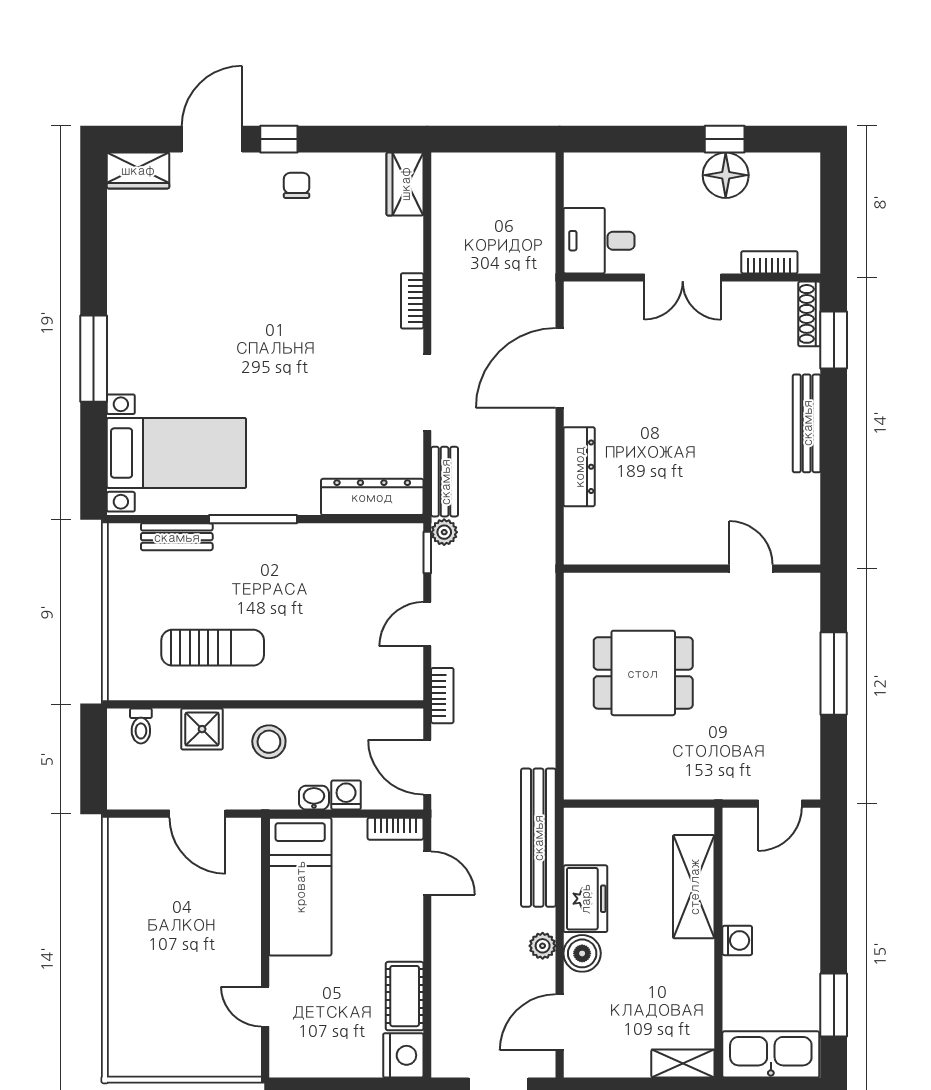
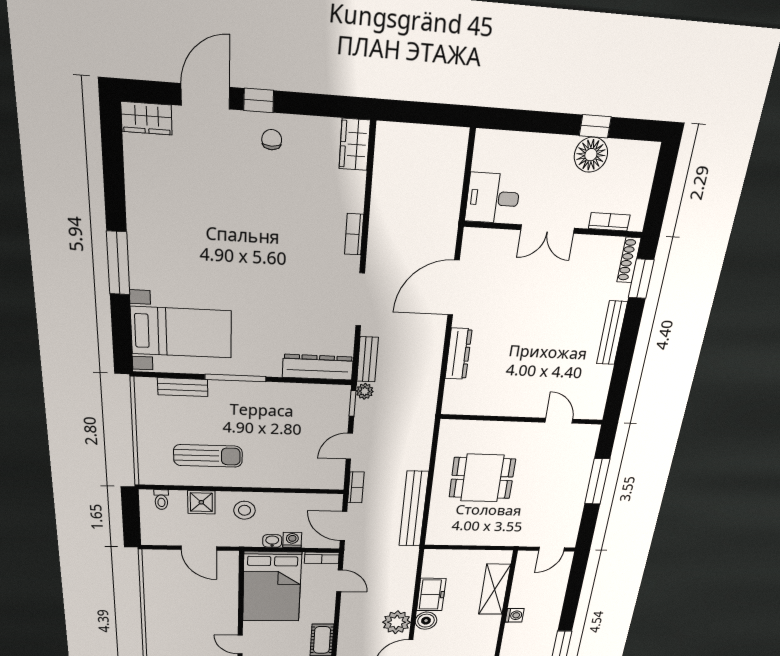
bench: (538, 838) -> (414, 509), moved
bed: (300, 887) -> (272, 587), width x1.50
plant: (543, 946) -> (397, 622), width x1.88, depth x1.88

